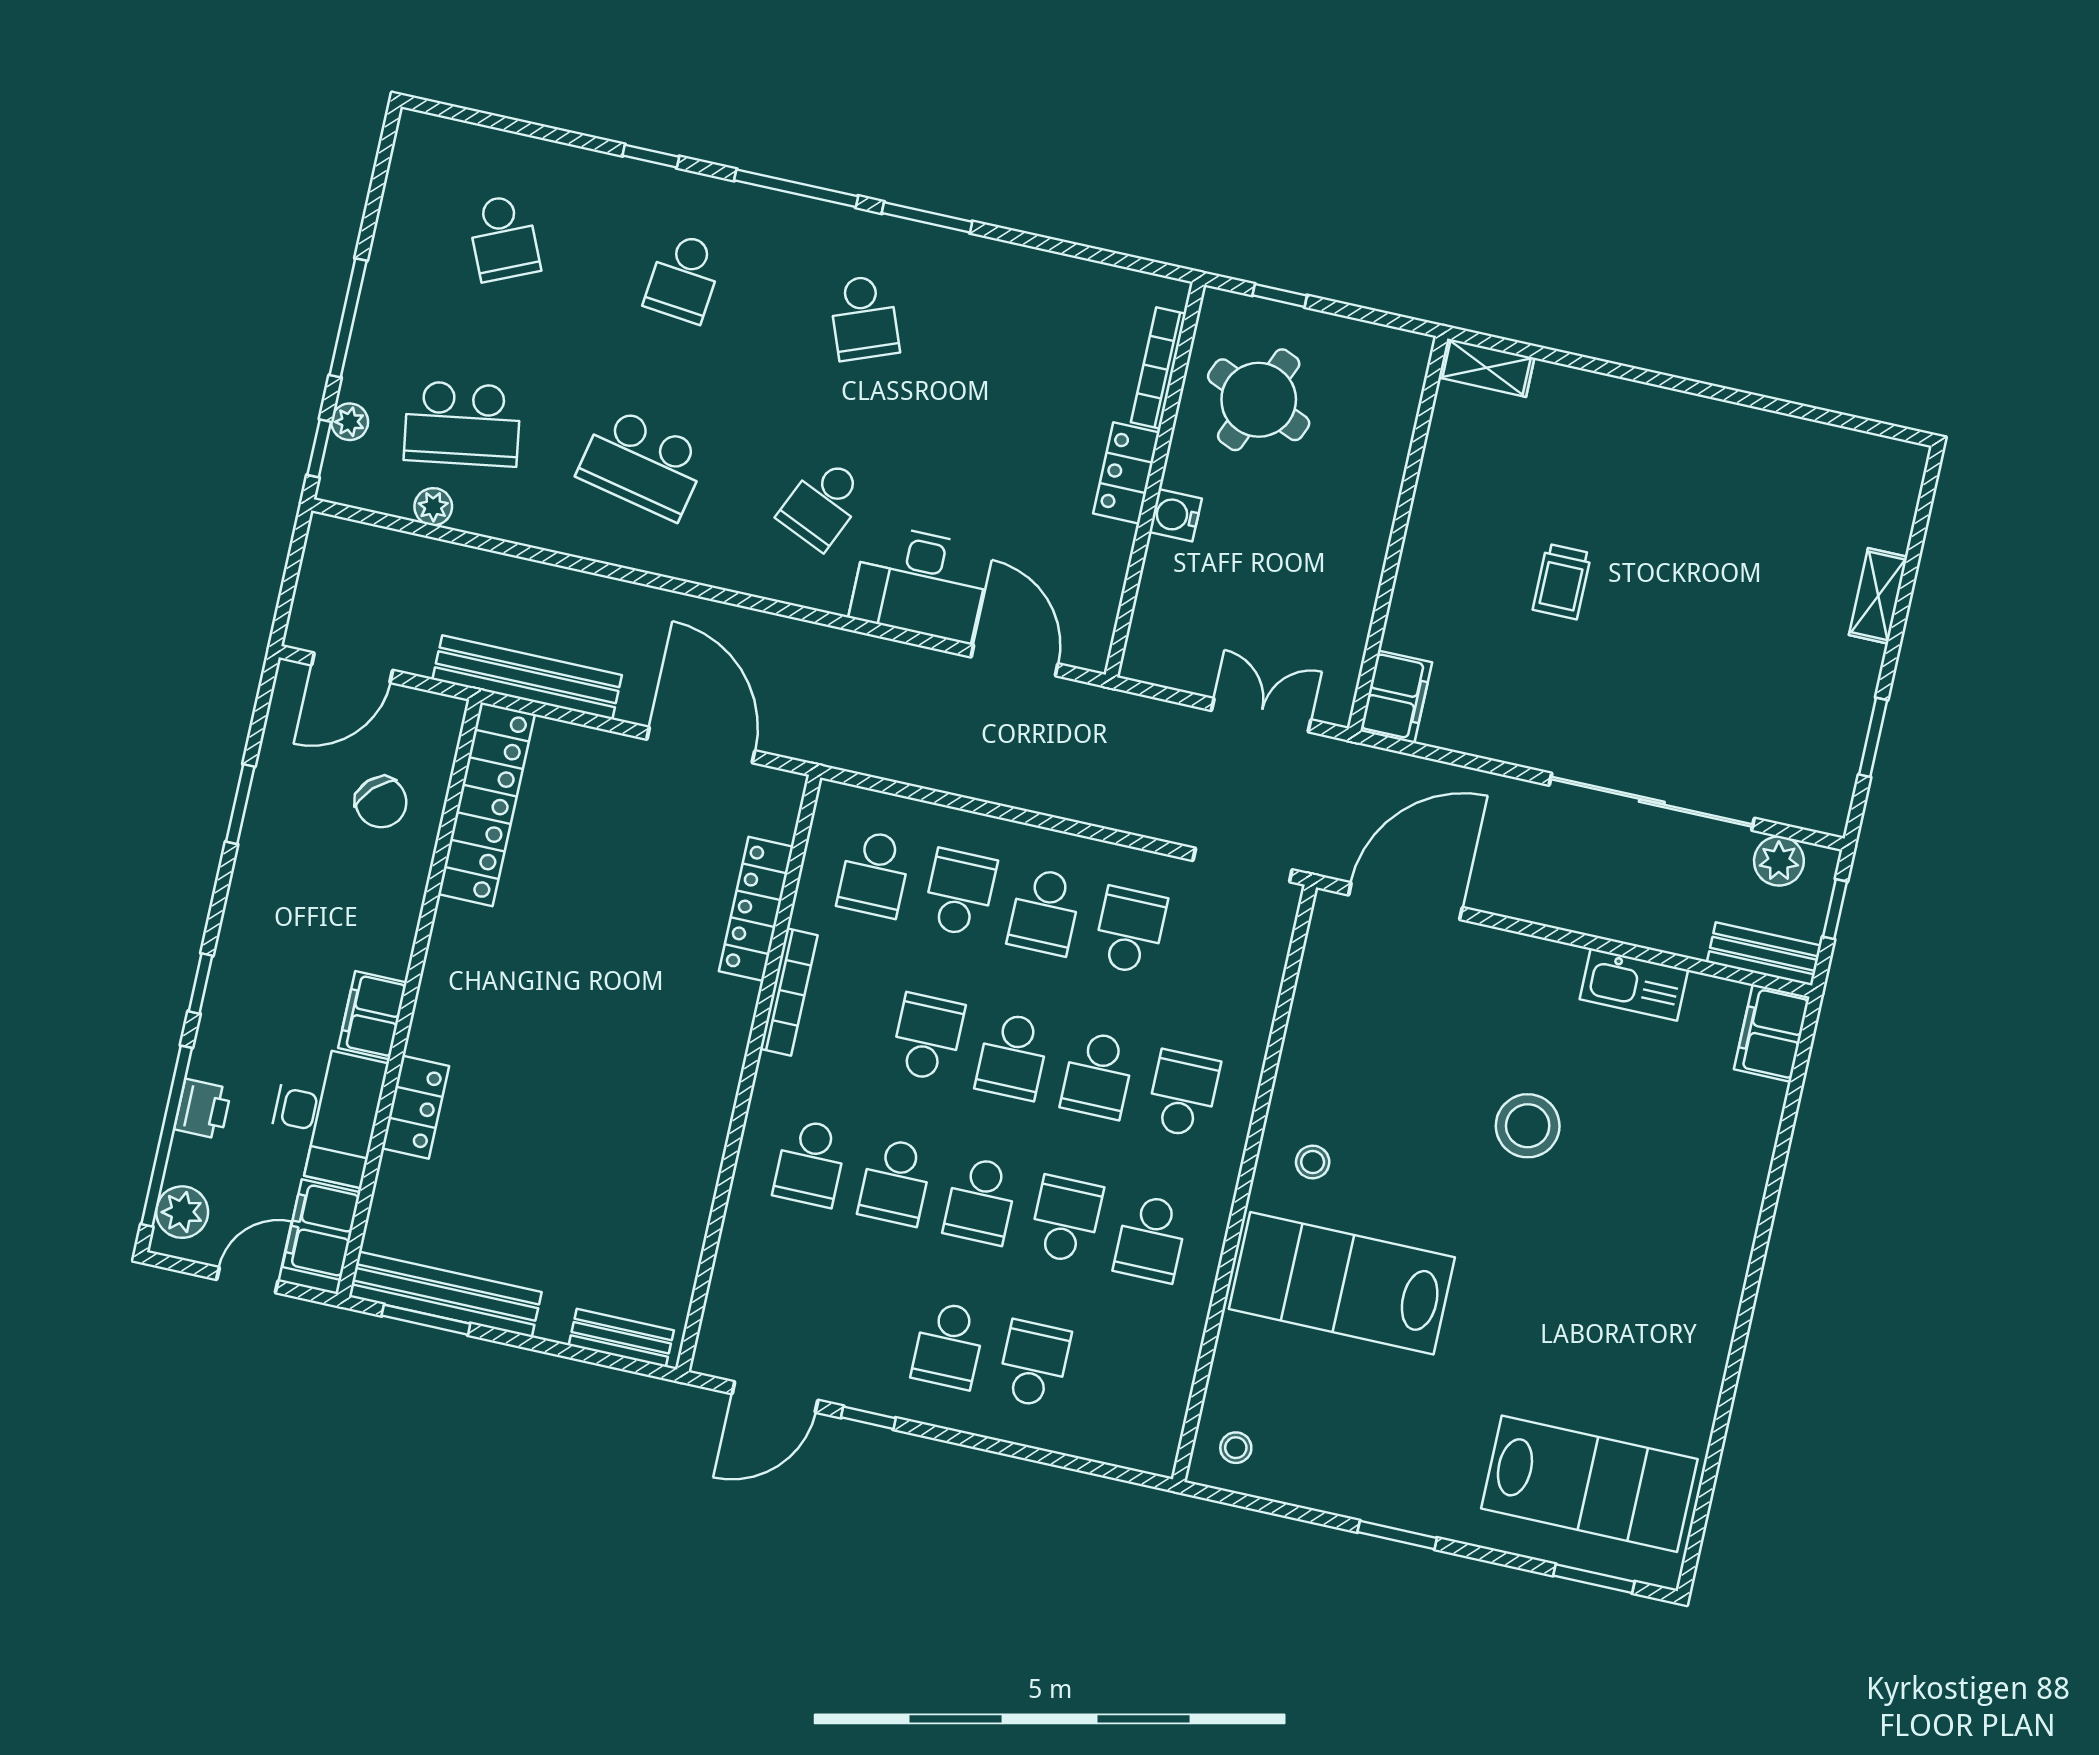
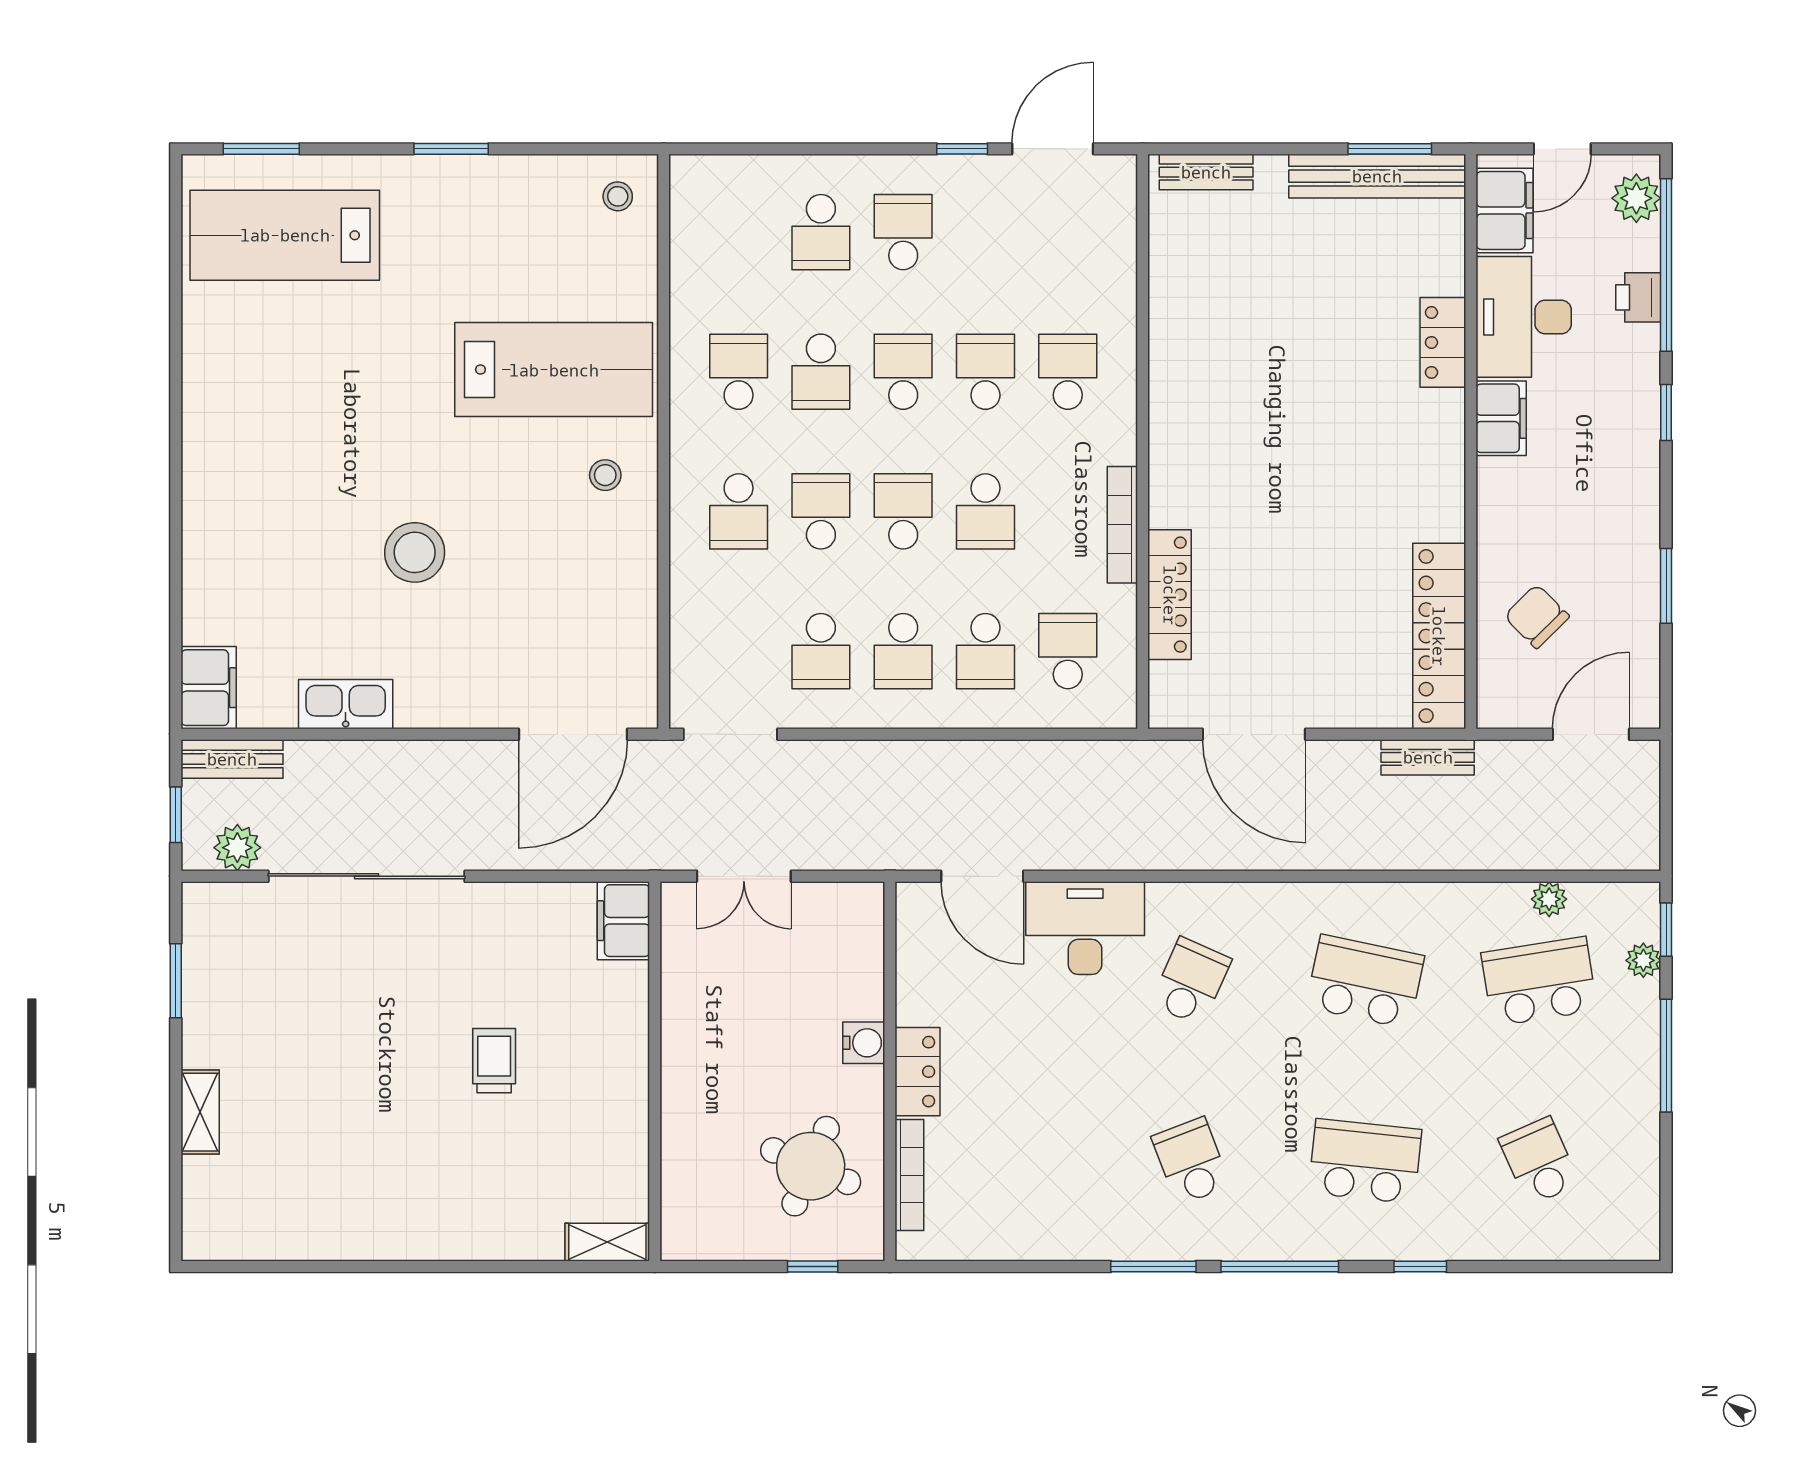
school desk: (684, 278) -> (1365, 1161), width x1.85
bench: (527, 677) -> (1428, 757), width x0.54, depth x0.82
school desk: (1045, 912) -> (903, 651), turned 180

